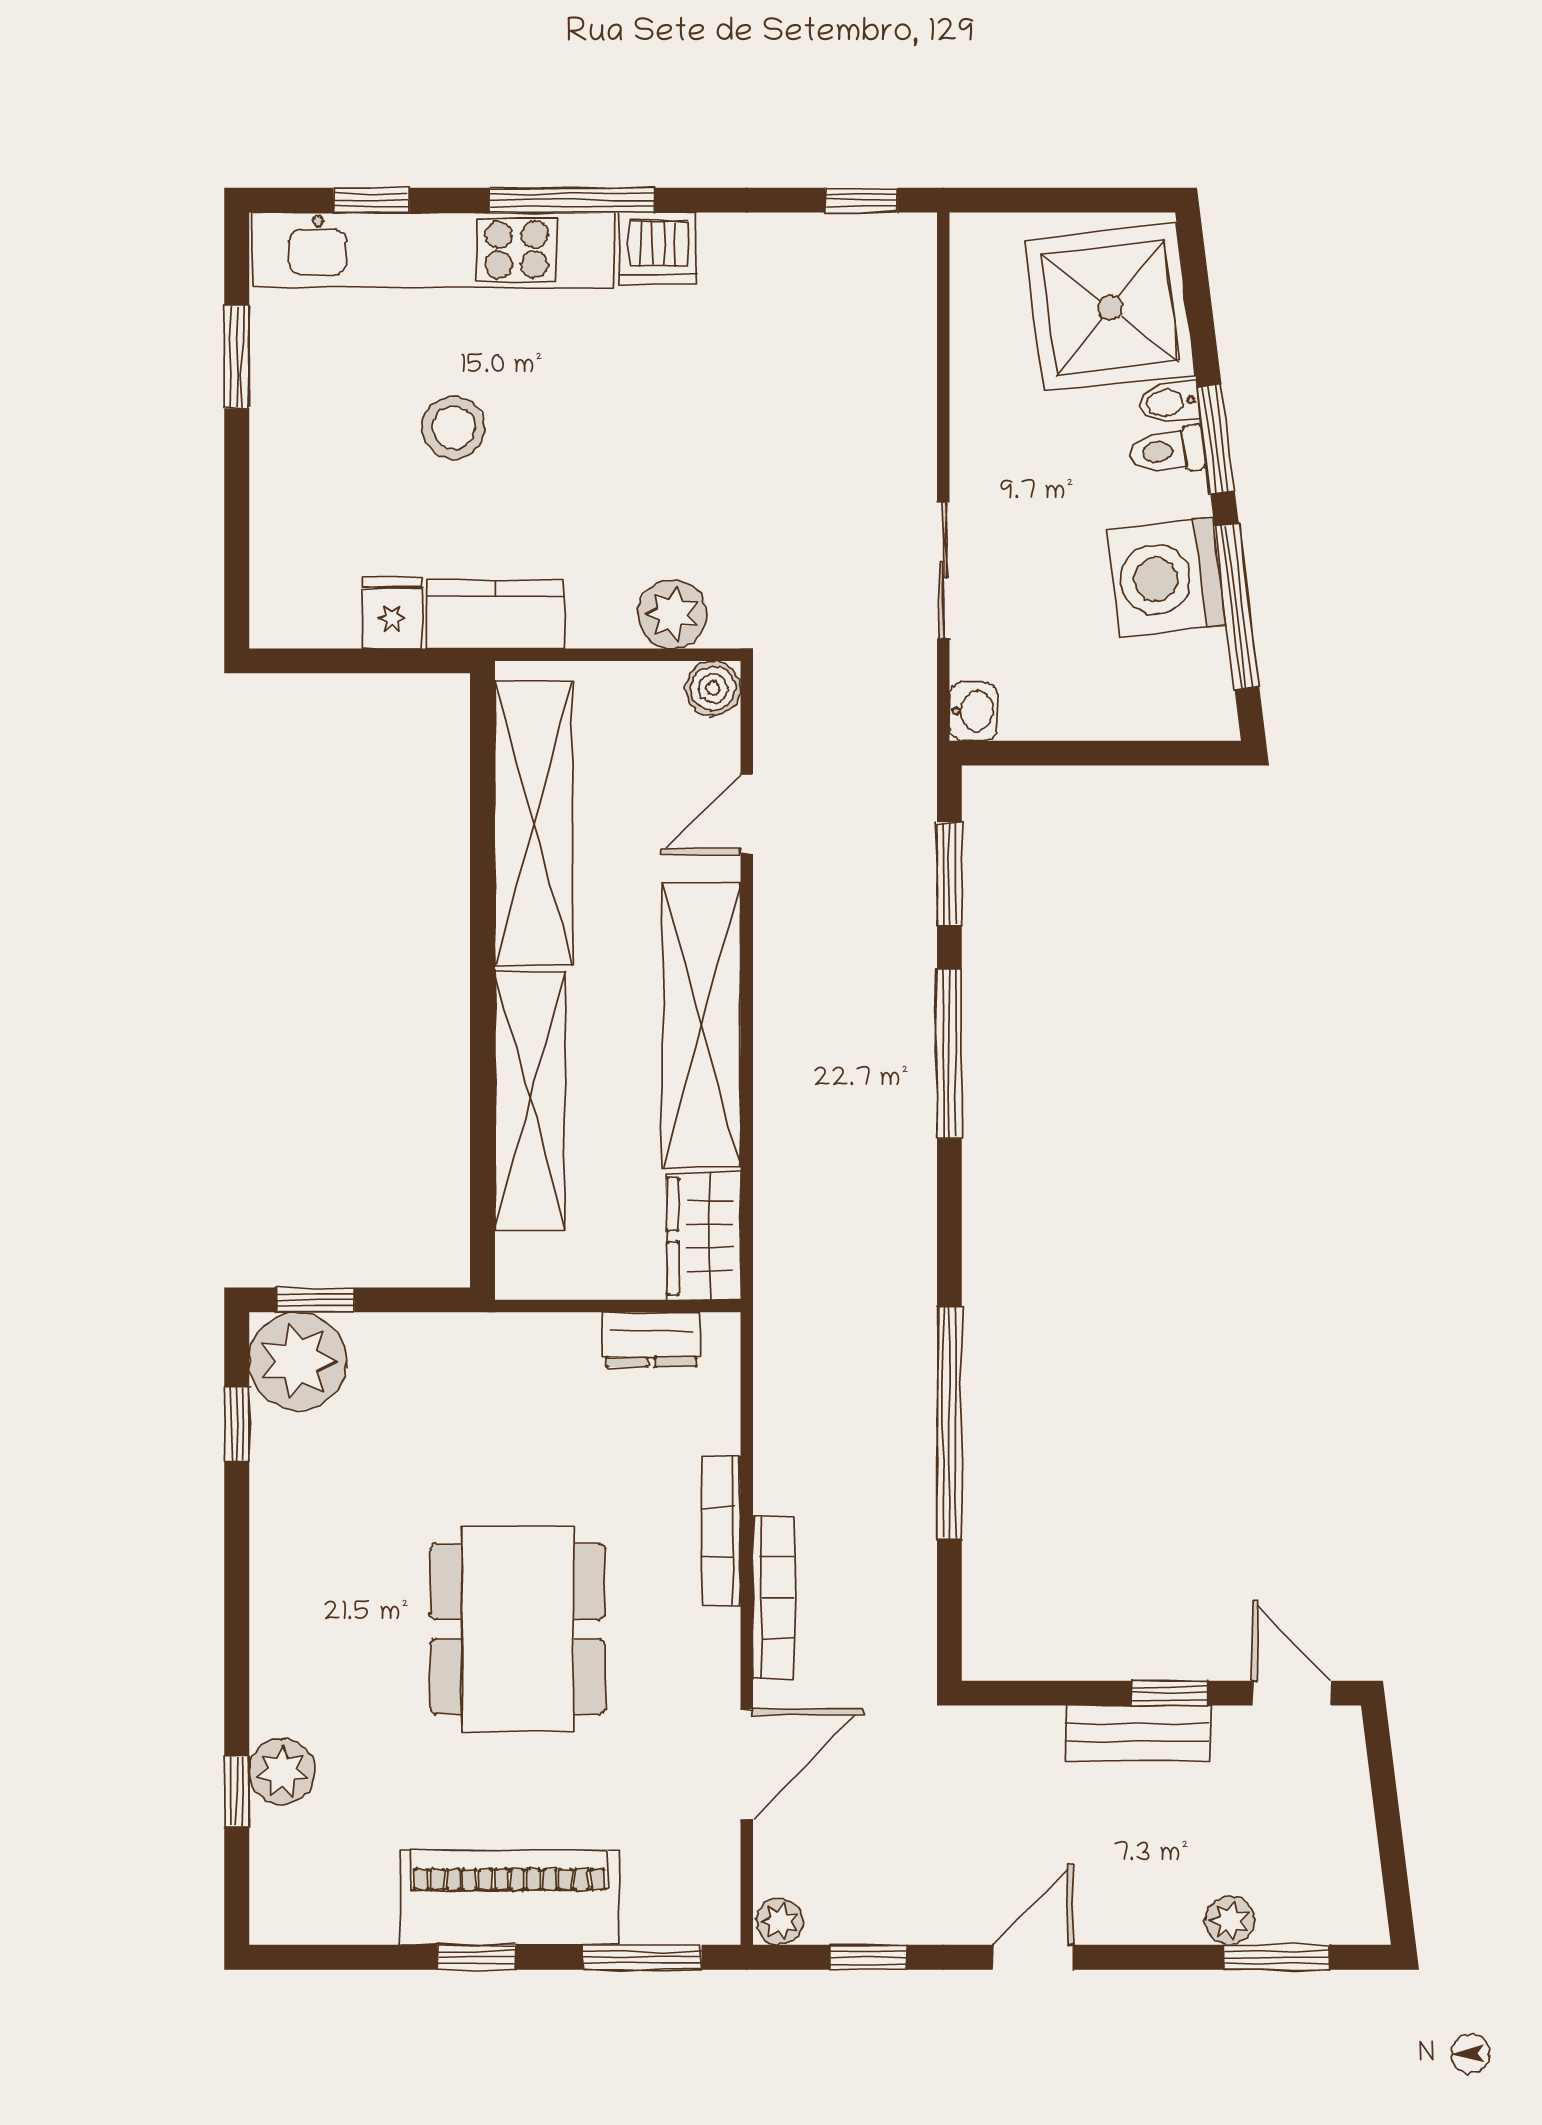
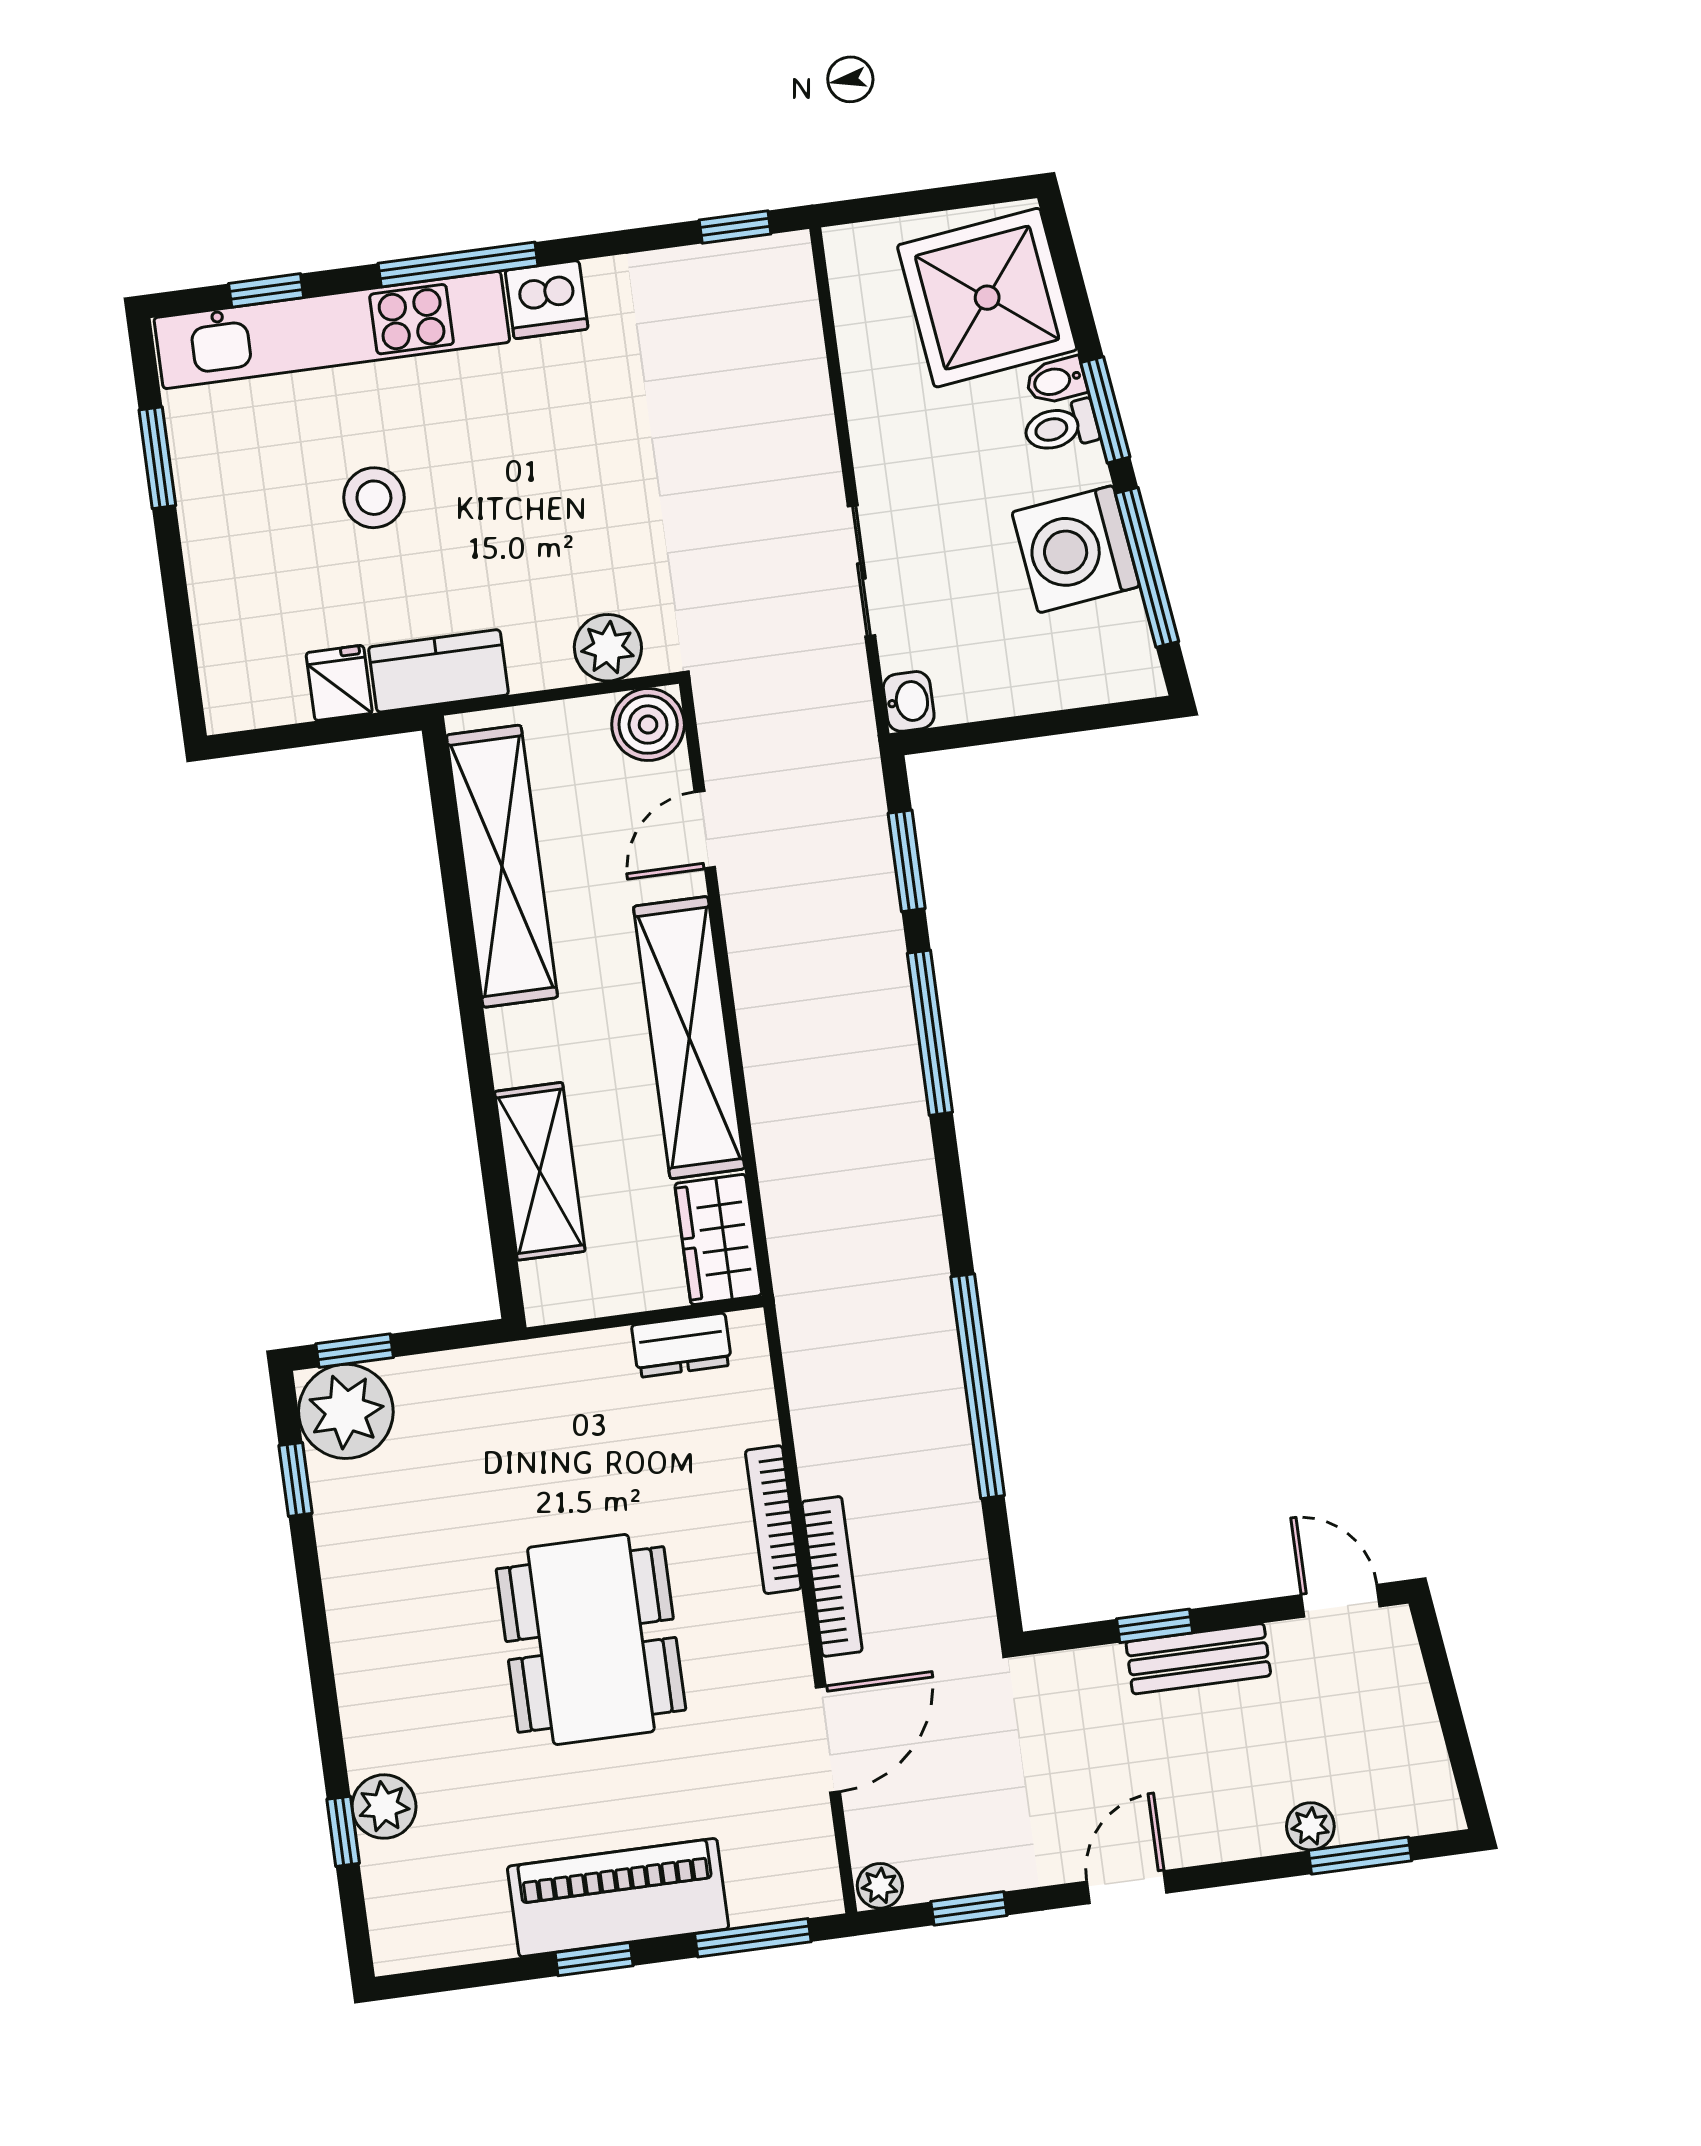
boiler: (713, 688) -> (648, 725), width x1.36, depth x1.36
shelving: (530, 1100) -> (540, 1171), width x0.68
window: (1170, 1693) -> (1155, 1626), moved

